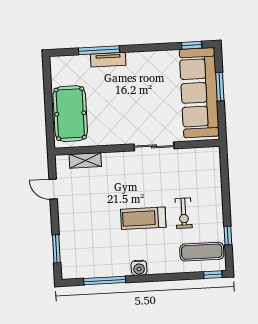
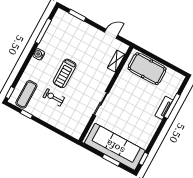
treadmill: (143, 218) -> (65, 73), turned 180

